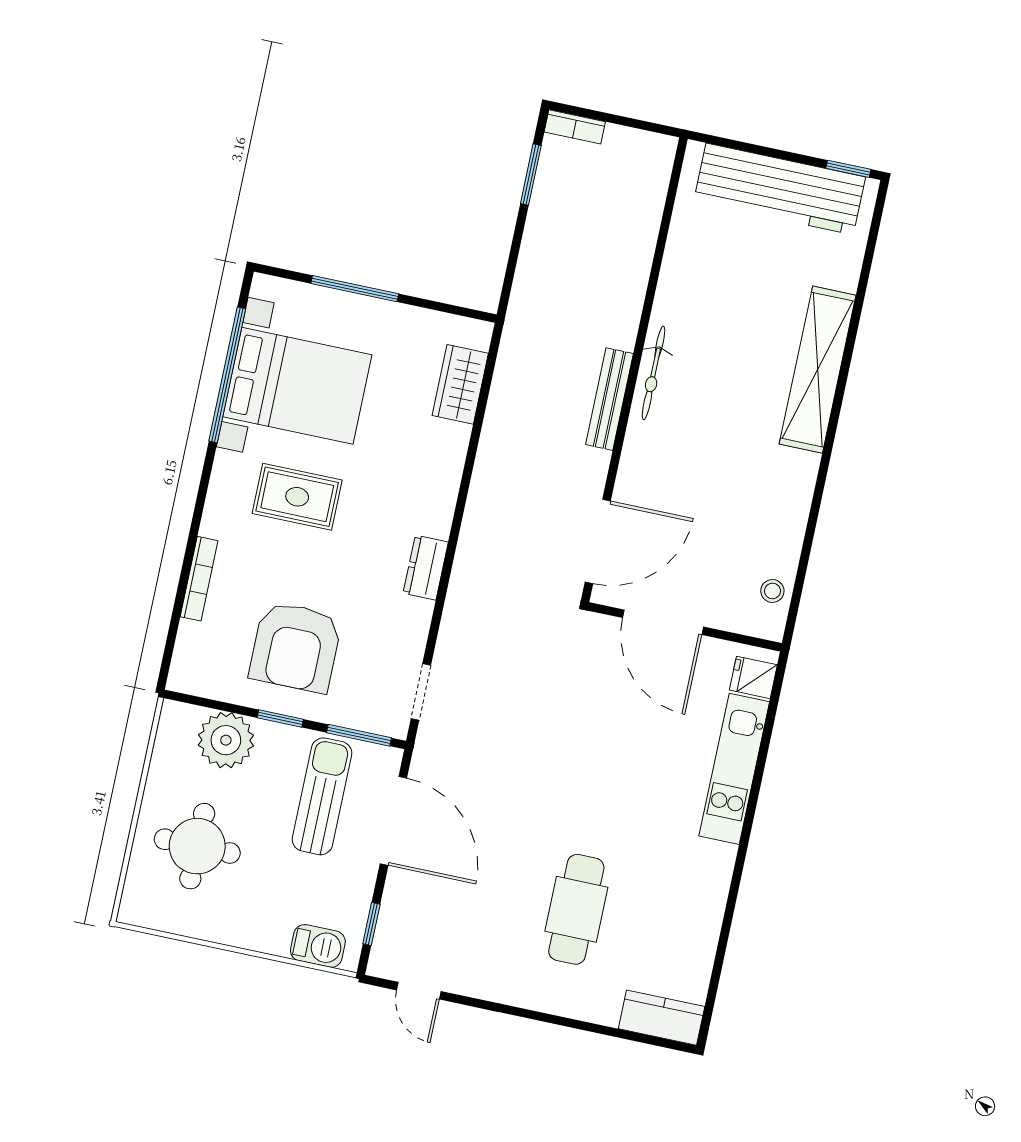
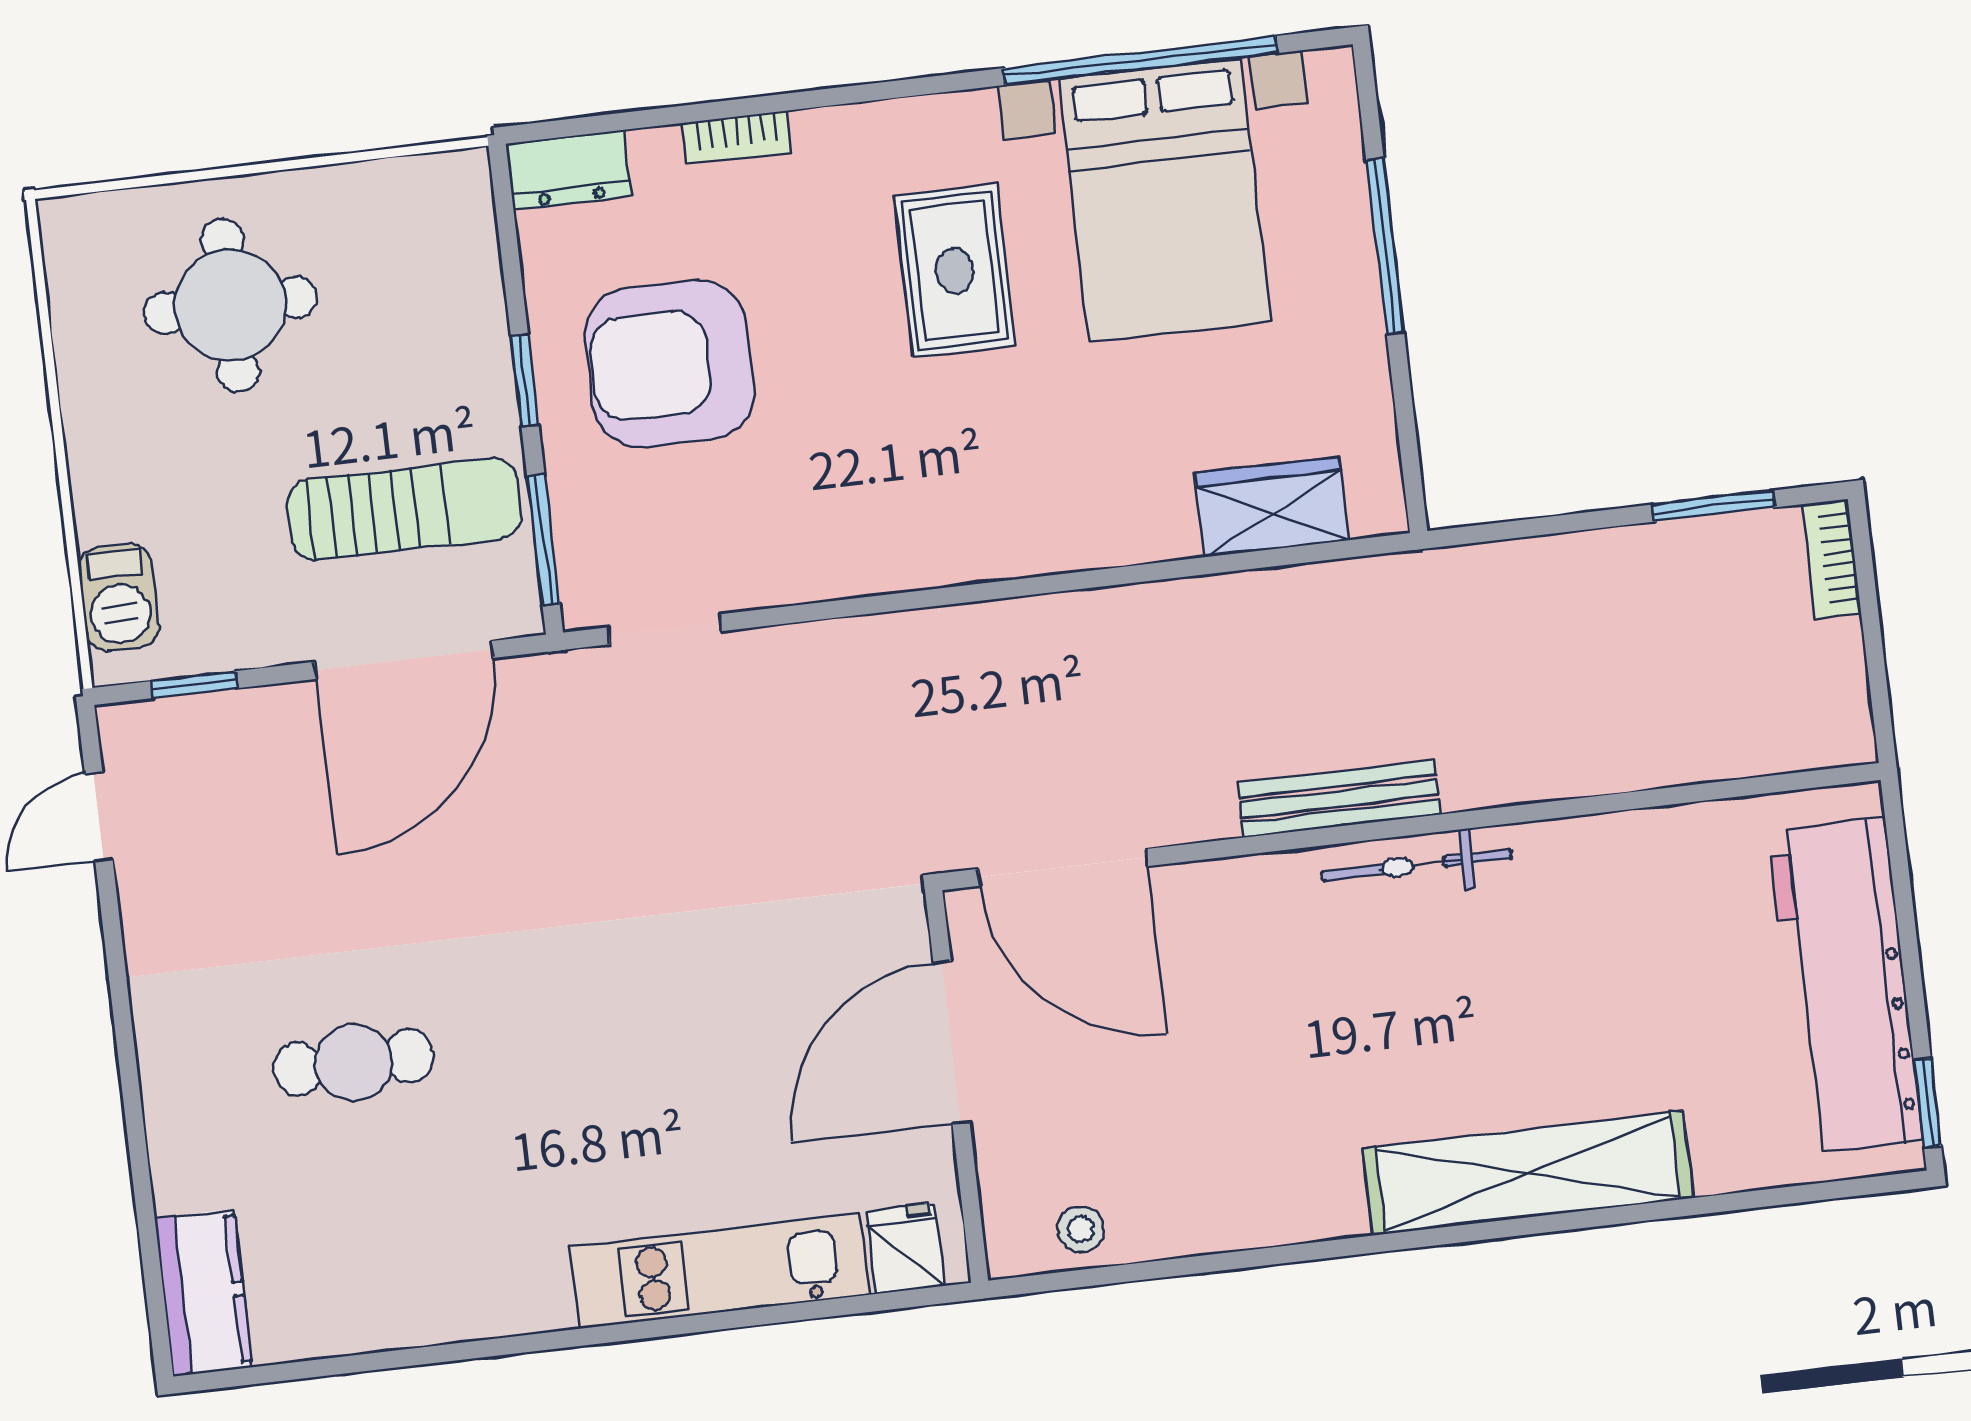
dresser: (426, 568) -> (569, 170), moved, turned 180
bookcase: (199, 579) -> (737, 138), width x0.64
plant: (226, 740) -> (449, 292), removed
cafe table: (576, 909) -> (353, 1062), width x0.73, depth x0.74

